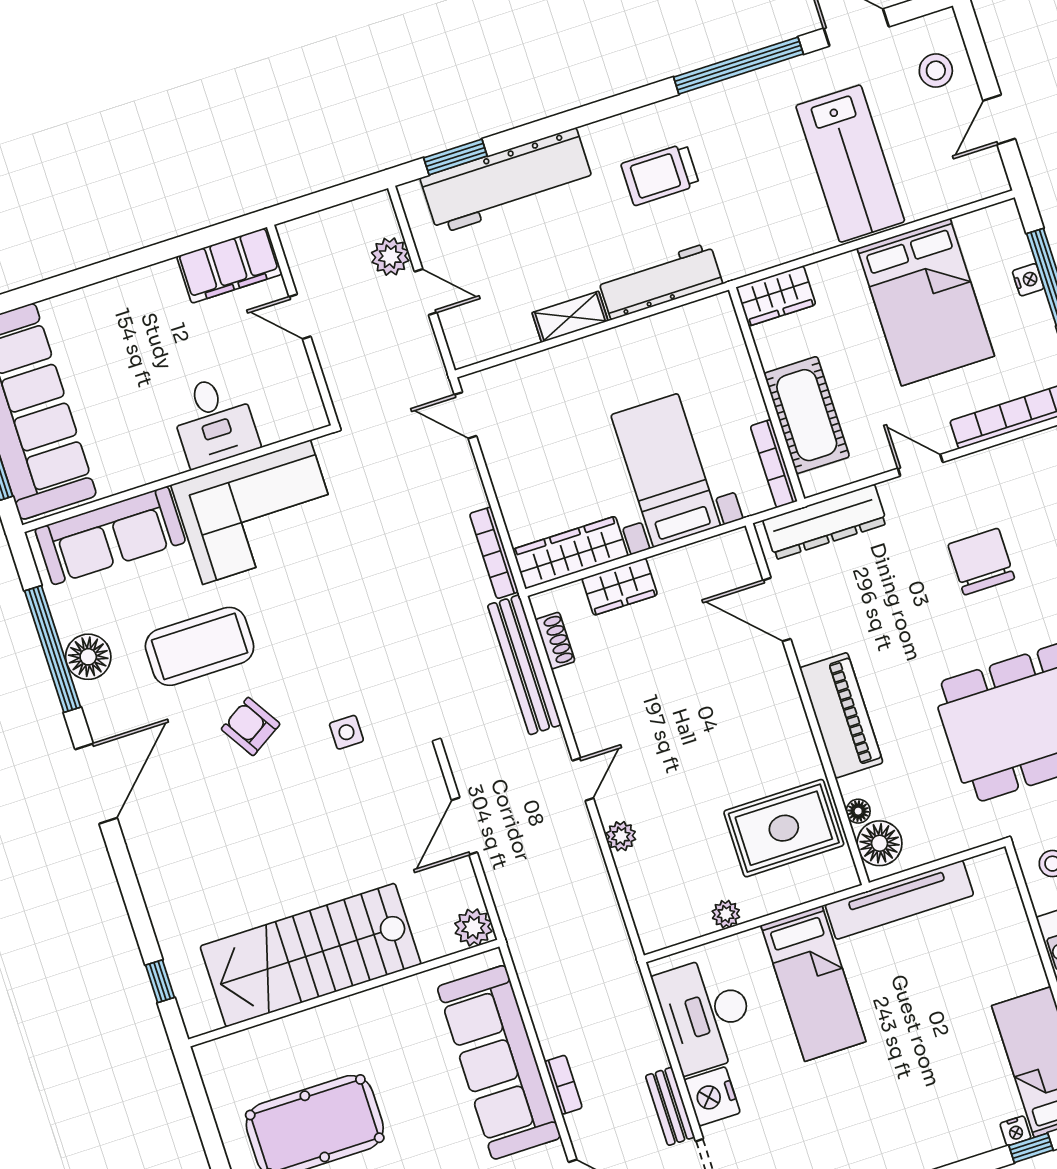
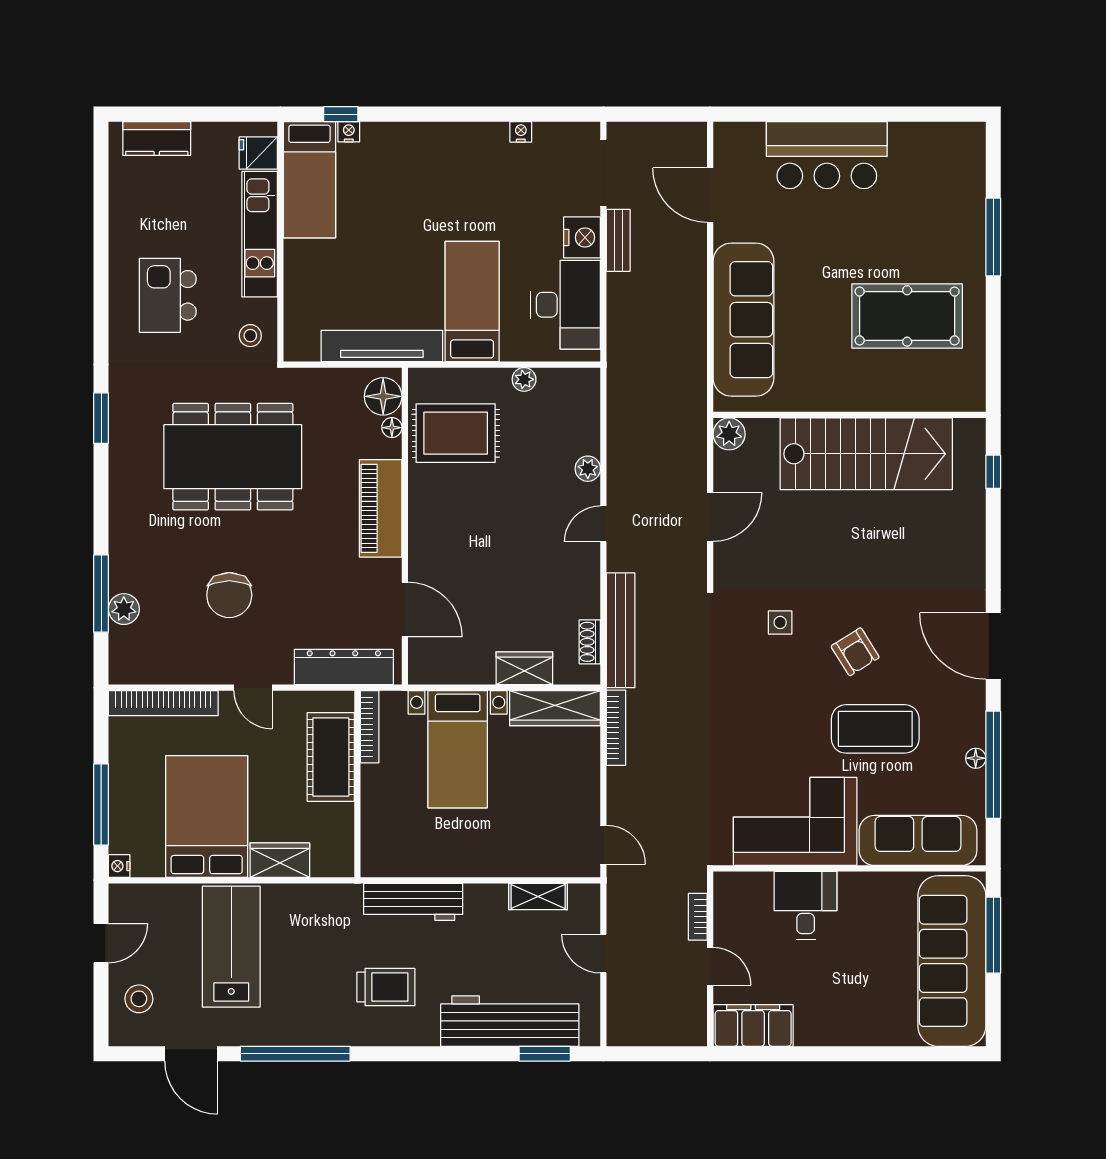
plant: (390, 257) -> (622, 991), removed
nightstand: (1028, 280) -> (119, 866), moved
wardrobe: (776, 296) -> (280, 860), moved
shelving: (570, 317) -> (538, 896), moved
floor lamp: (88, 657) -> (976, 758), width x0.53, depth x0.53
door: (96, 784) -> (993, 646), hinge flipped
bookcase: (563, 1085) -> (698, 917), moved

